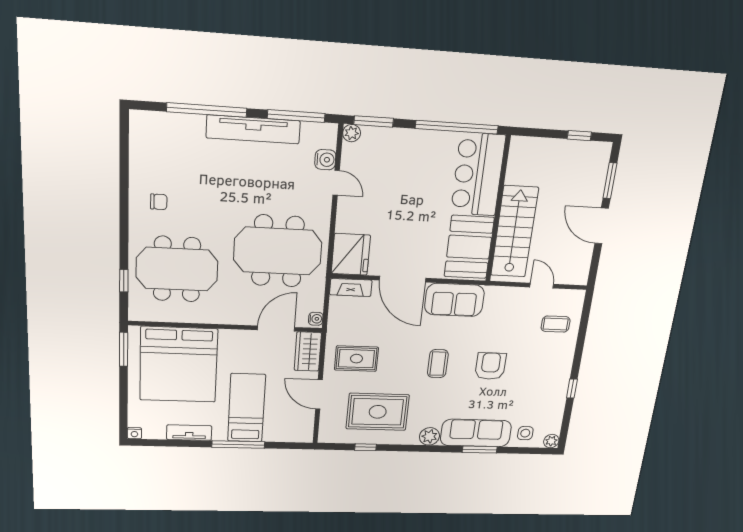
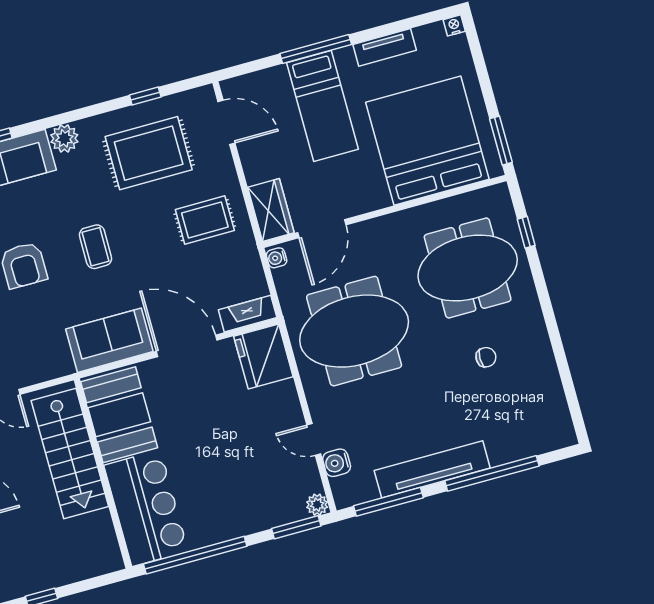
chair: (159, 202) -> (486, 357), moved, turned 180
door: (319, 394) -> (226, 122), moved

